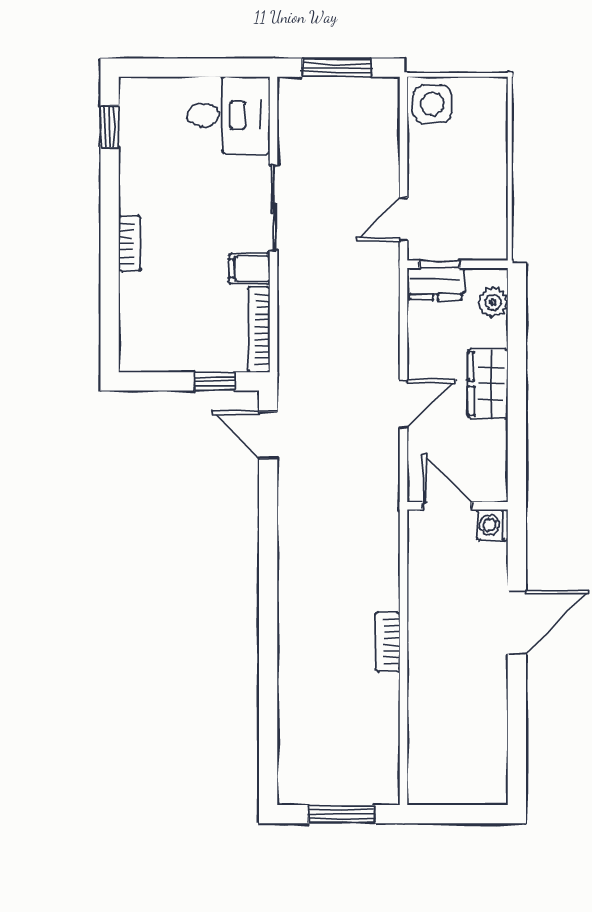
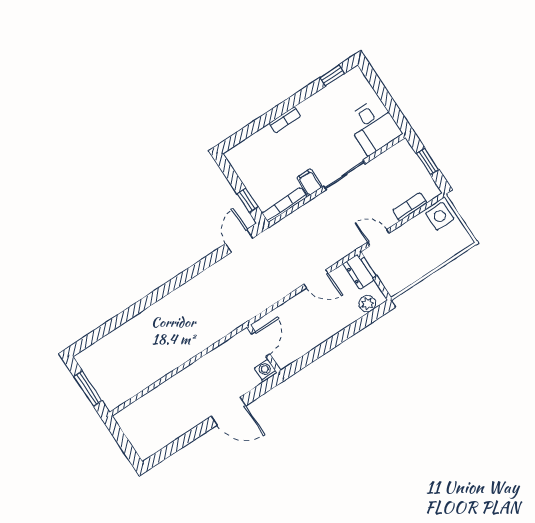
window: (337, 68) -> (428, 162), width x0.67
wardrobe: (488, 384) -> (329, 326), removed
door: (403, 404) -> (316, 279), moved
bookcase: (388, 642) -> (410, 207), moved

